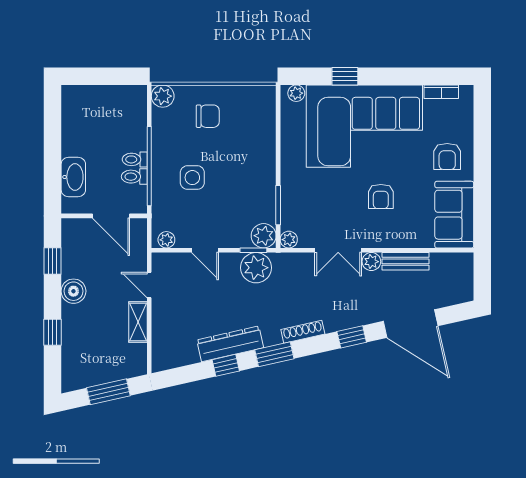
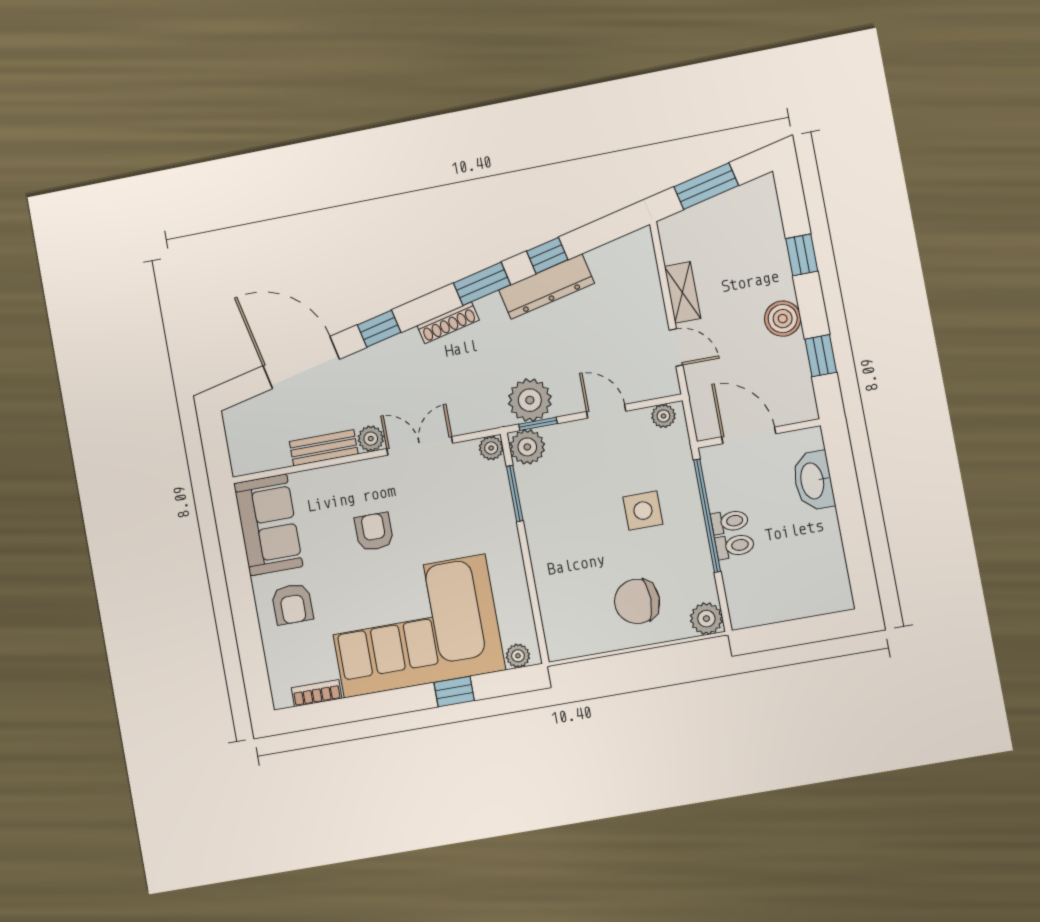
chair: (208, 116) -> (637, 601), width x1.37, depth x1.37
armchair: (447, 156) -> (292, 604), turned 180
toilet: (134, 177) -> (735, 546), moved

